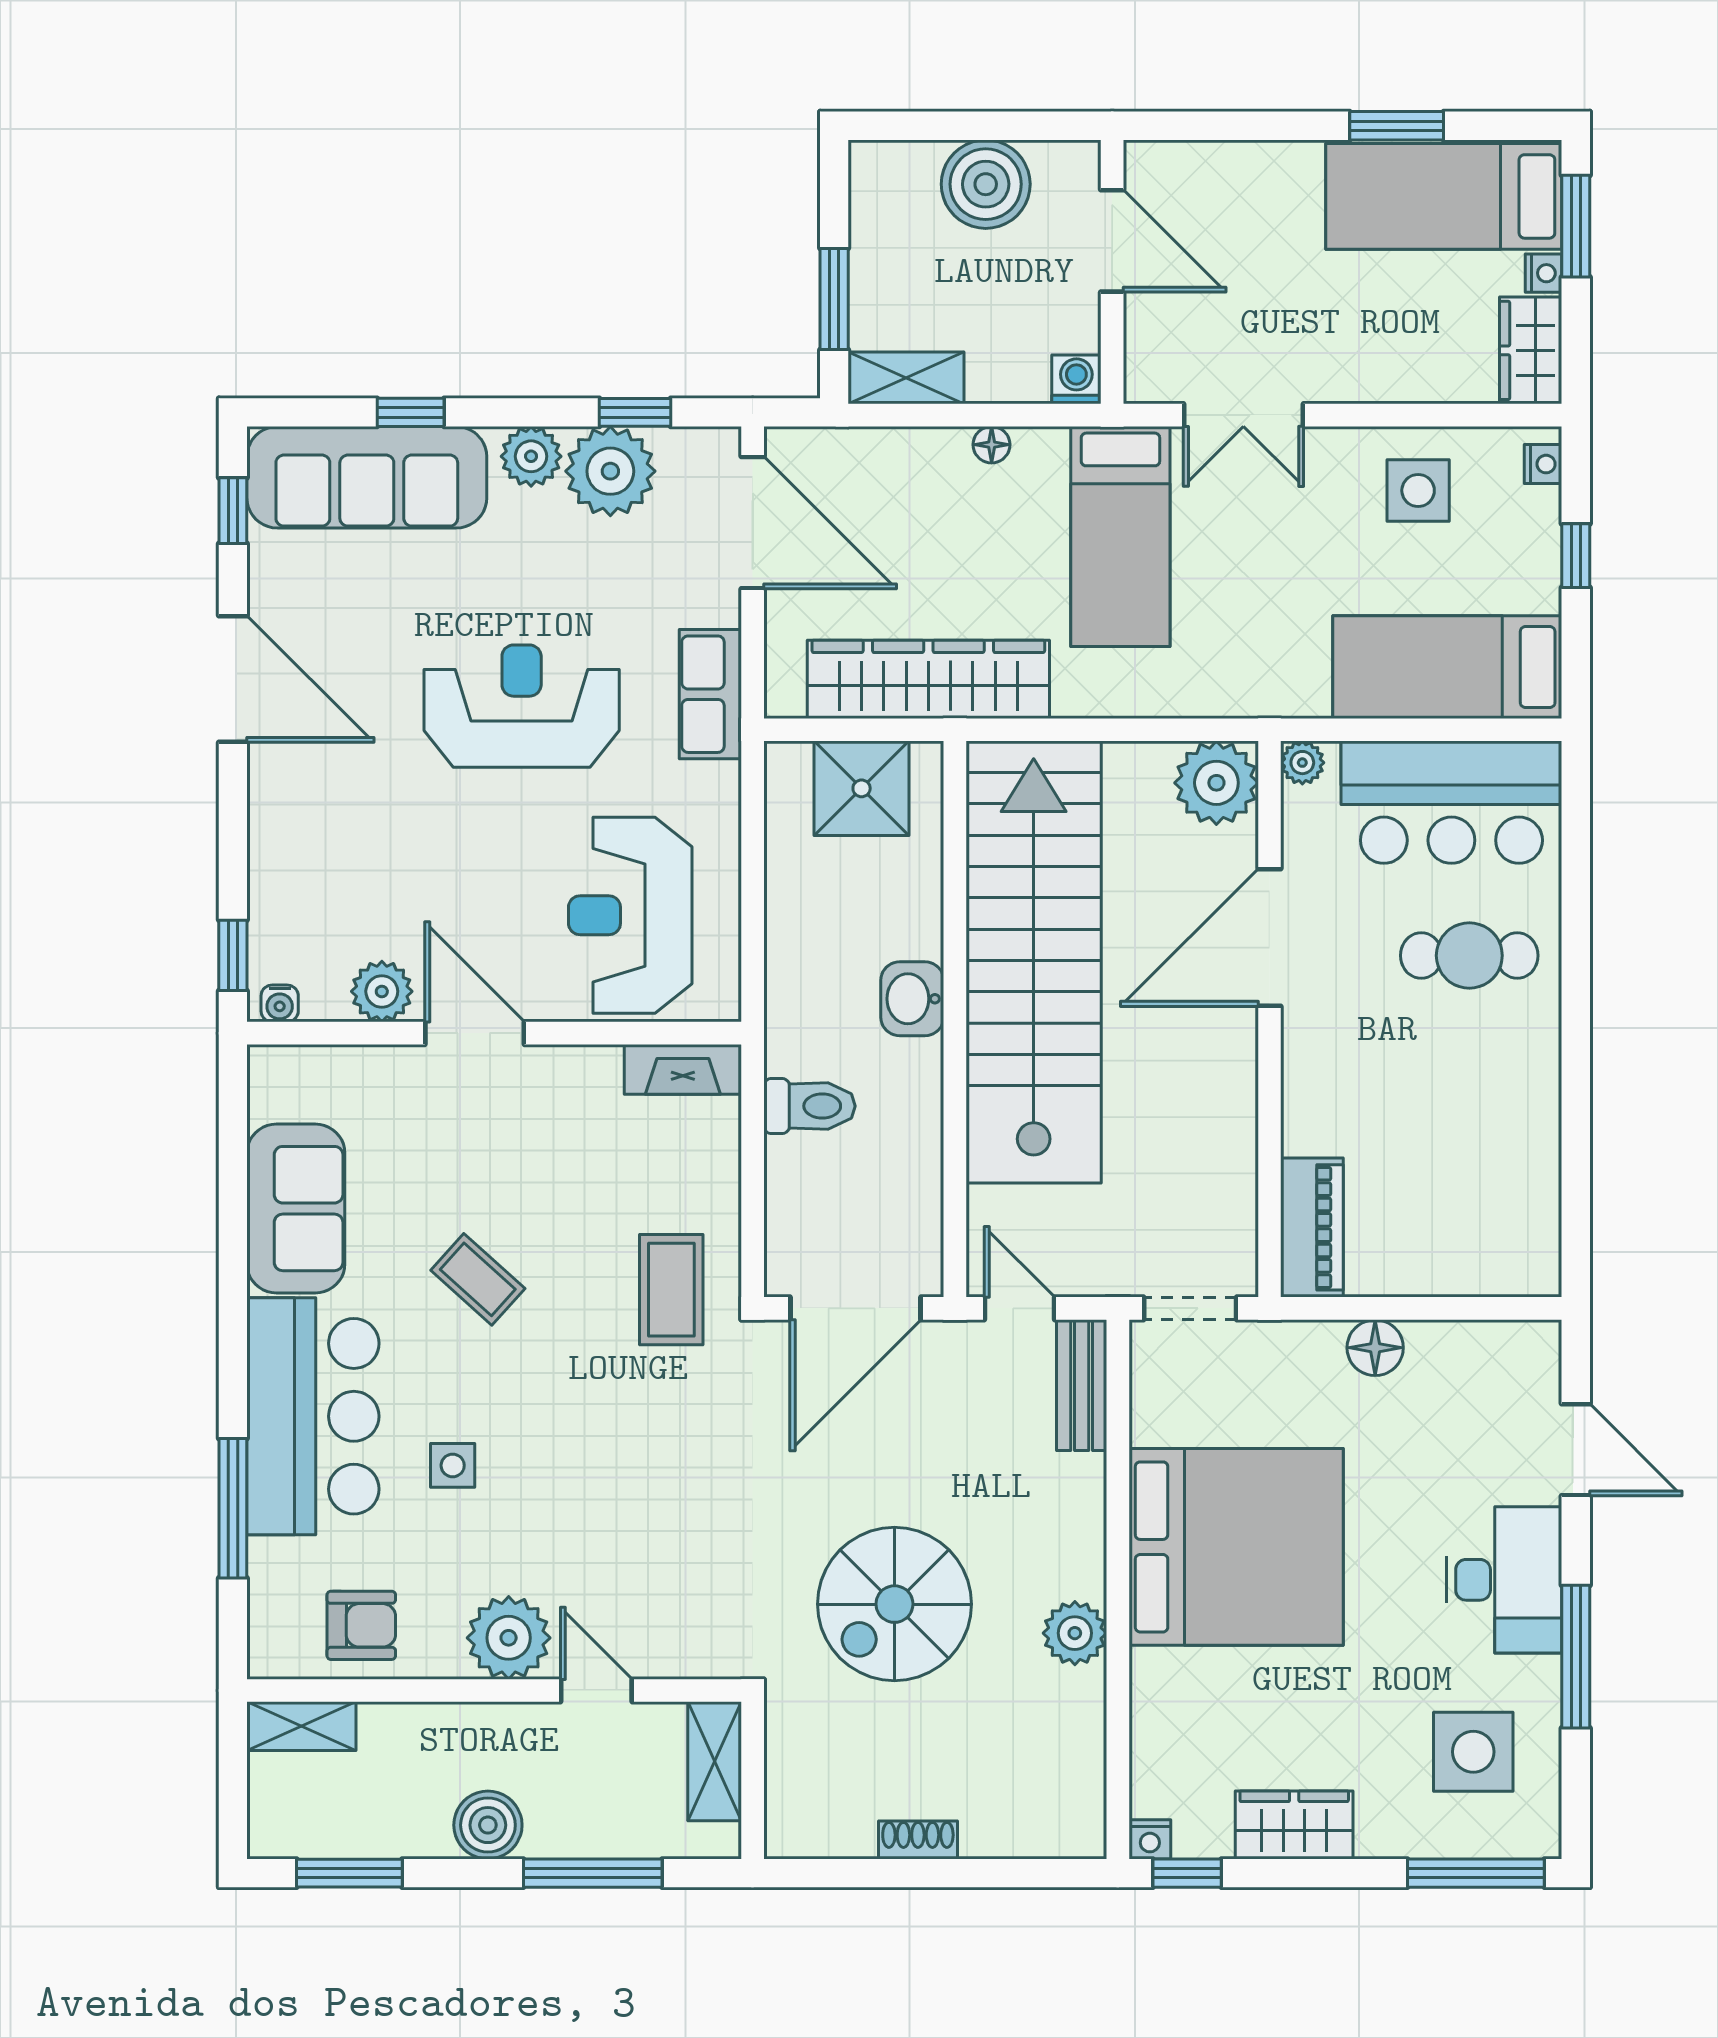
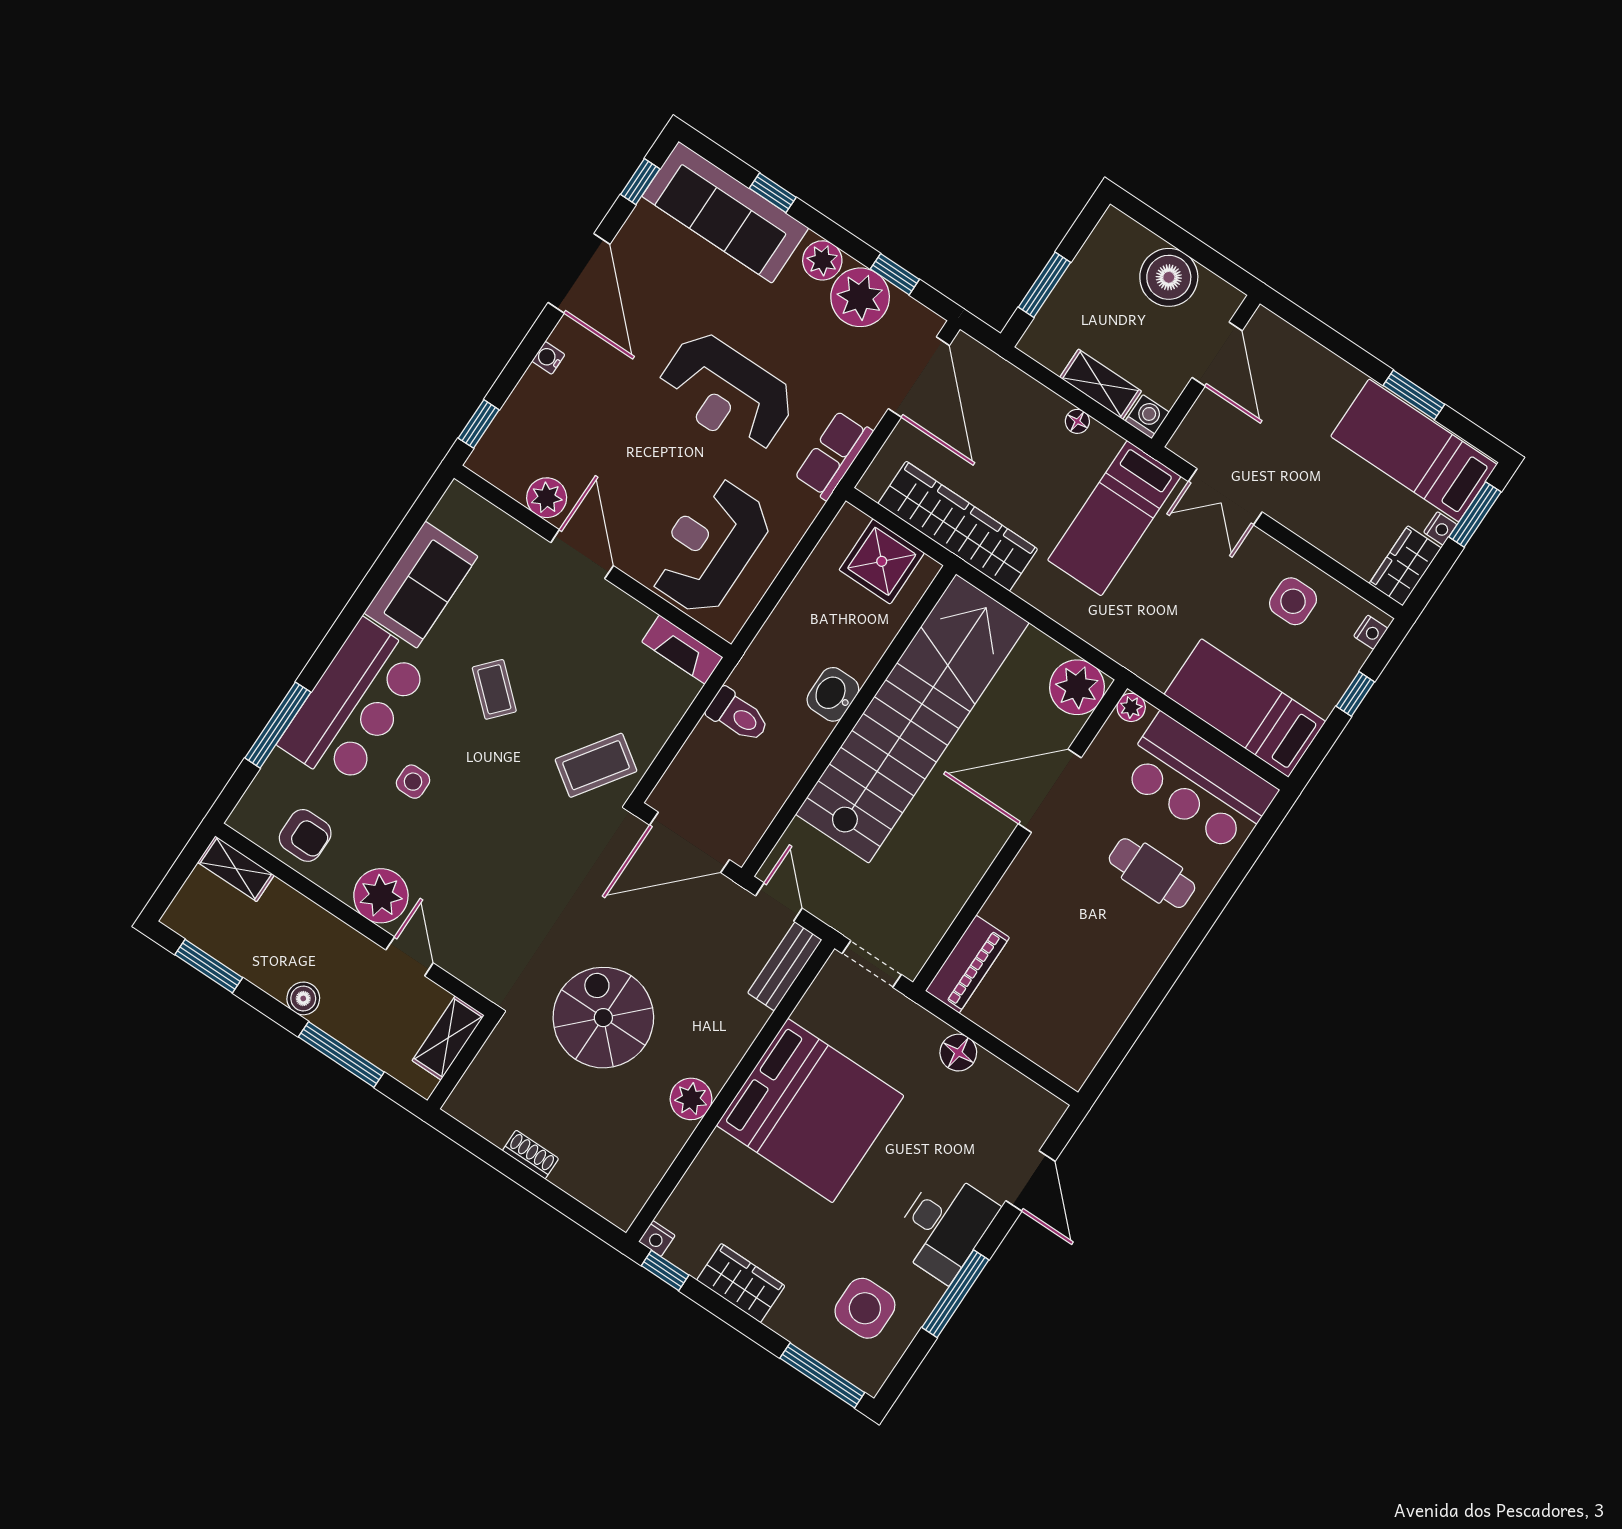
shelving: (906, 378) -> (1101, 384), moved
reception desk: (522, 706) -> (726, 393), turned 180
water cooler: (280, 1003) -> (548, 358), moved, turned 90
coffee table: (671, 1290) -> (596, 765), turned 35
spiral stairs: (894, 1604) -> (603, 1018), turned 90
boiler: (488, 1825) -> (303, 998), width x0.73, depth x0.73

